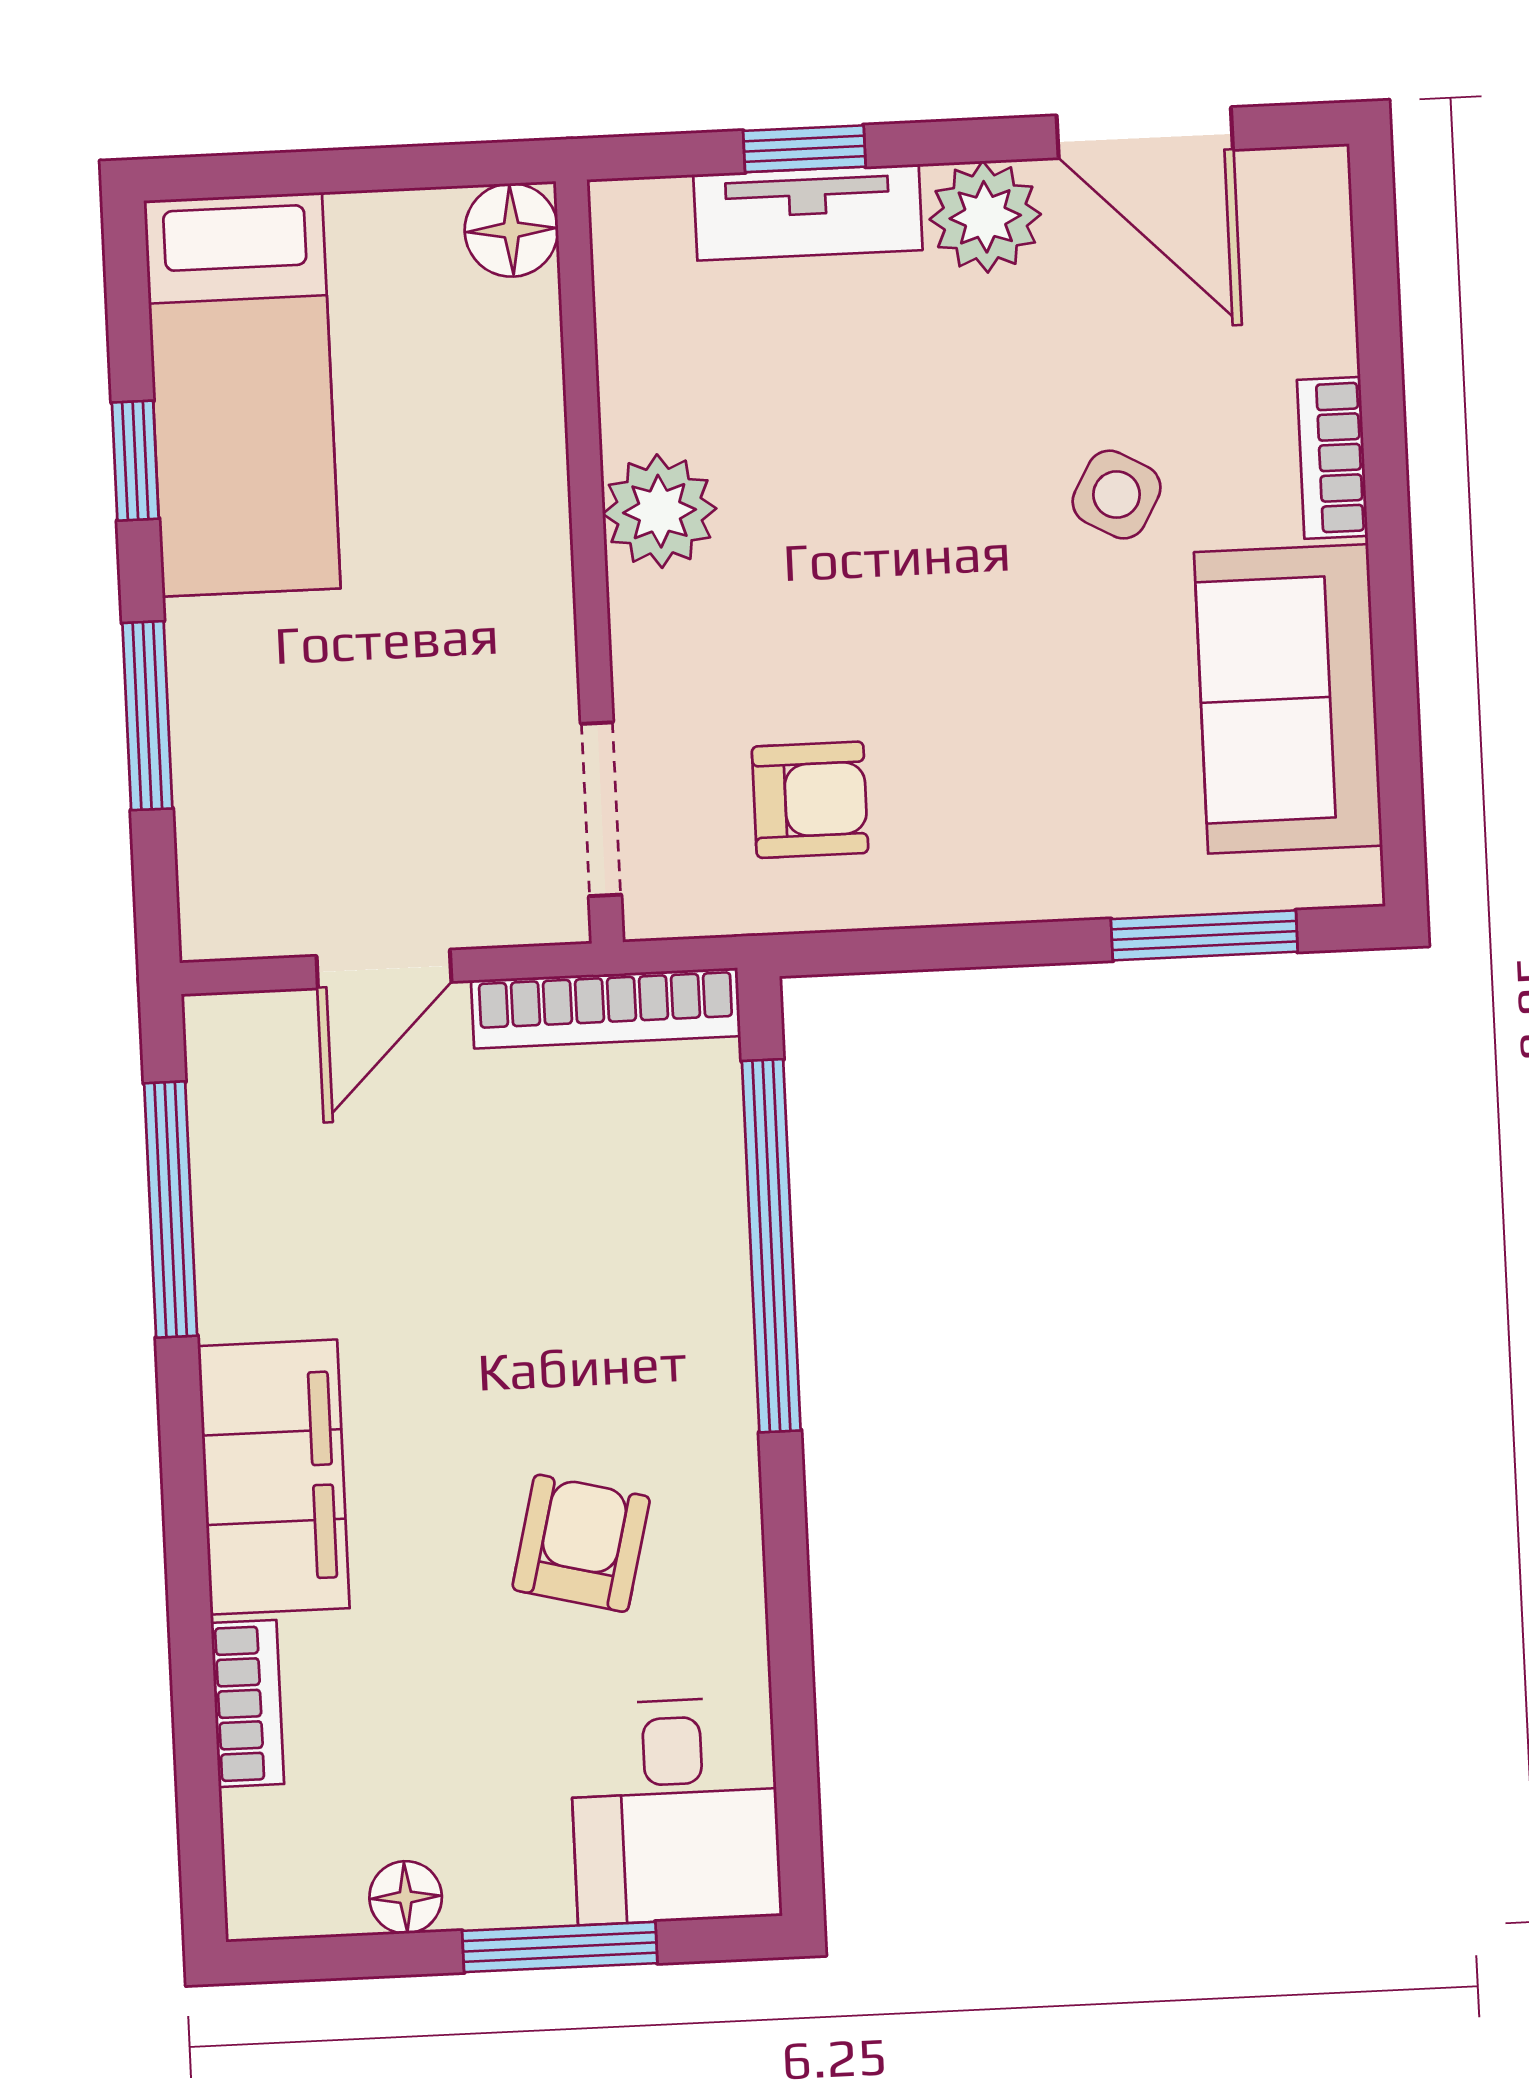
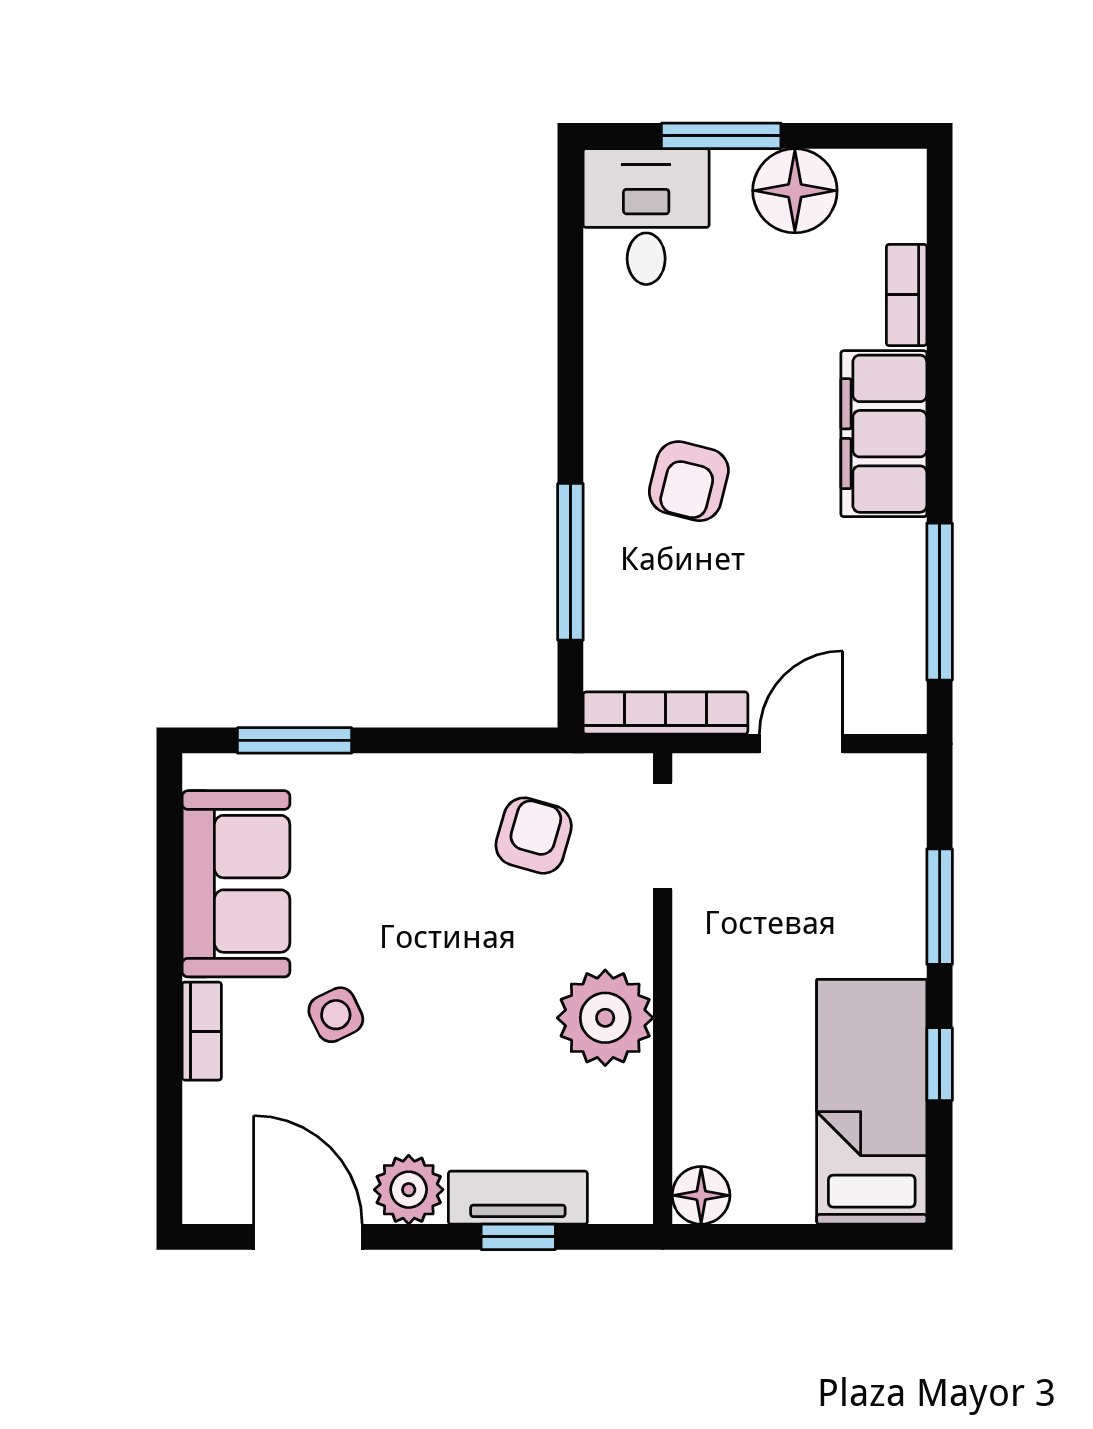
side table: (1117, 495) -> (336, 1015), turned 35
plant: (659, 511) -> (605, 1018), width x1.36, depth x1.36
armchair: (810, 800) -> (534, 836), turned 106
window: (771, 1246) -> (570, 562), width x0.68
armchair: (581, 1543) -> (689, 481), moved
floor lamp: (406, 1897) -> (795, 191), width x1.89, depth x1.89

